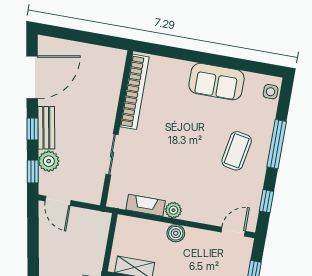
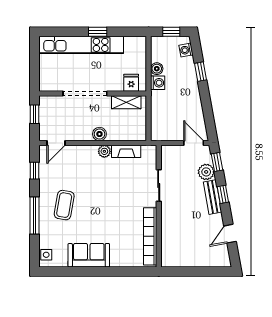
door: (32, 77) -> (230, 234), width x0.53

